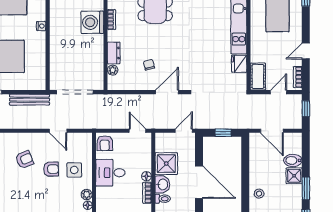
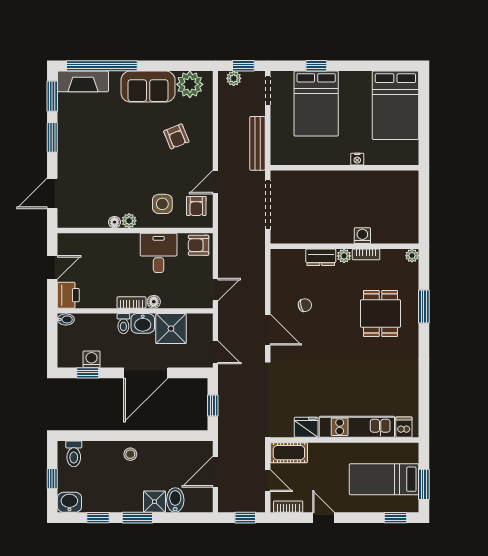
washing machine: (92, 22) -> (362, 236), width x0.53, depth x0.53
plant: (113, 70) -> (344, 256), moved
armchair: (51, 169) -> (196, 206), moved

